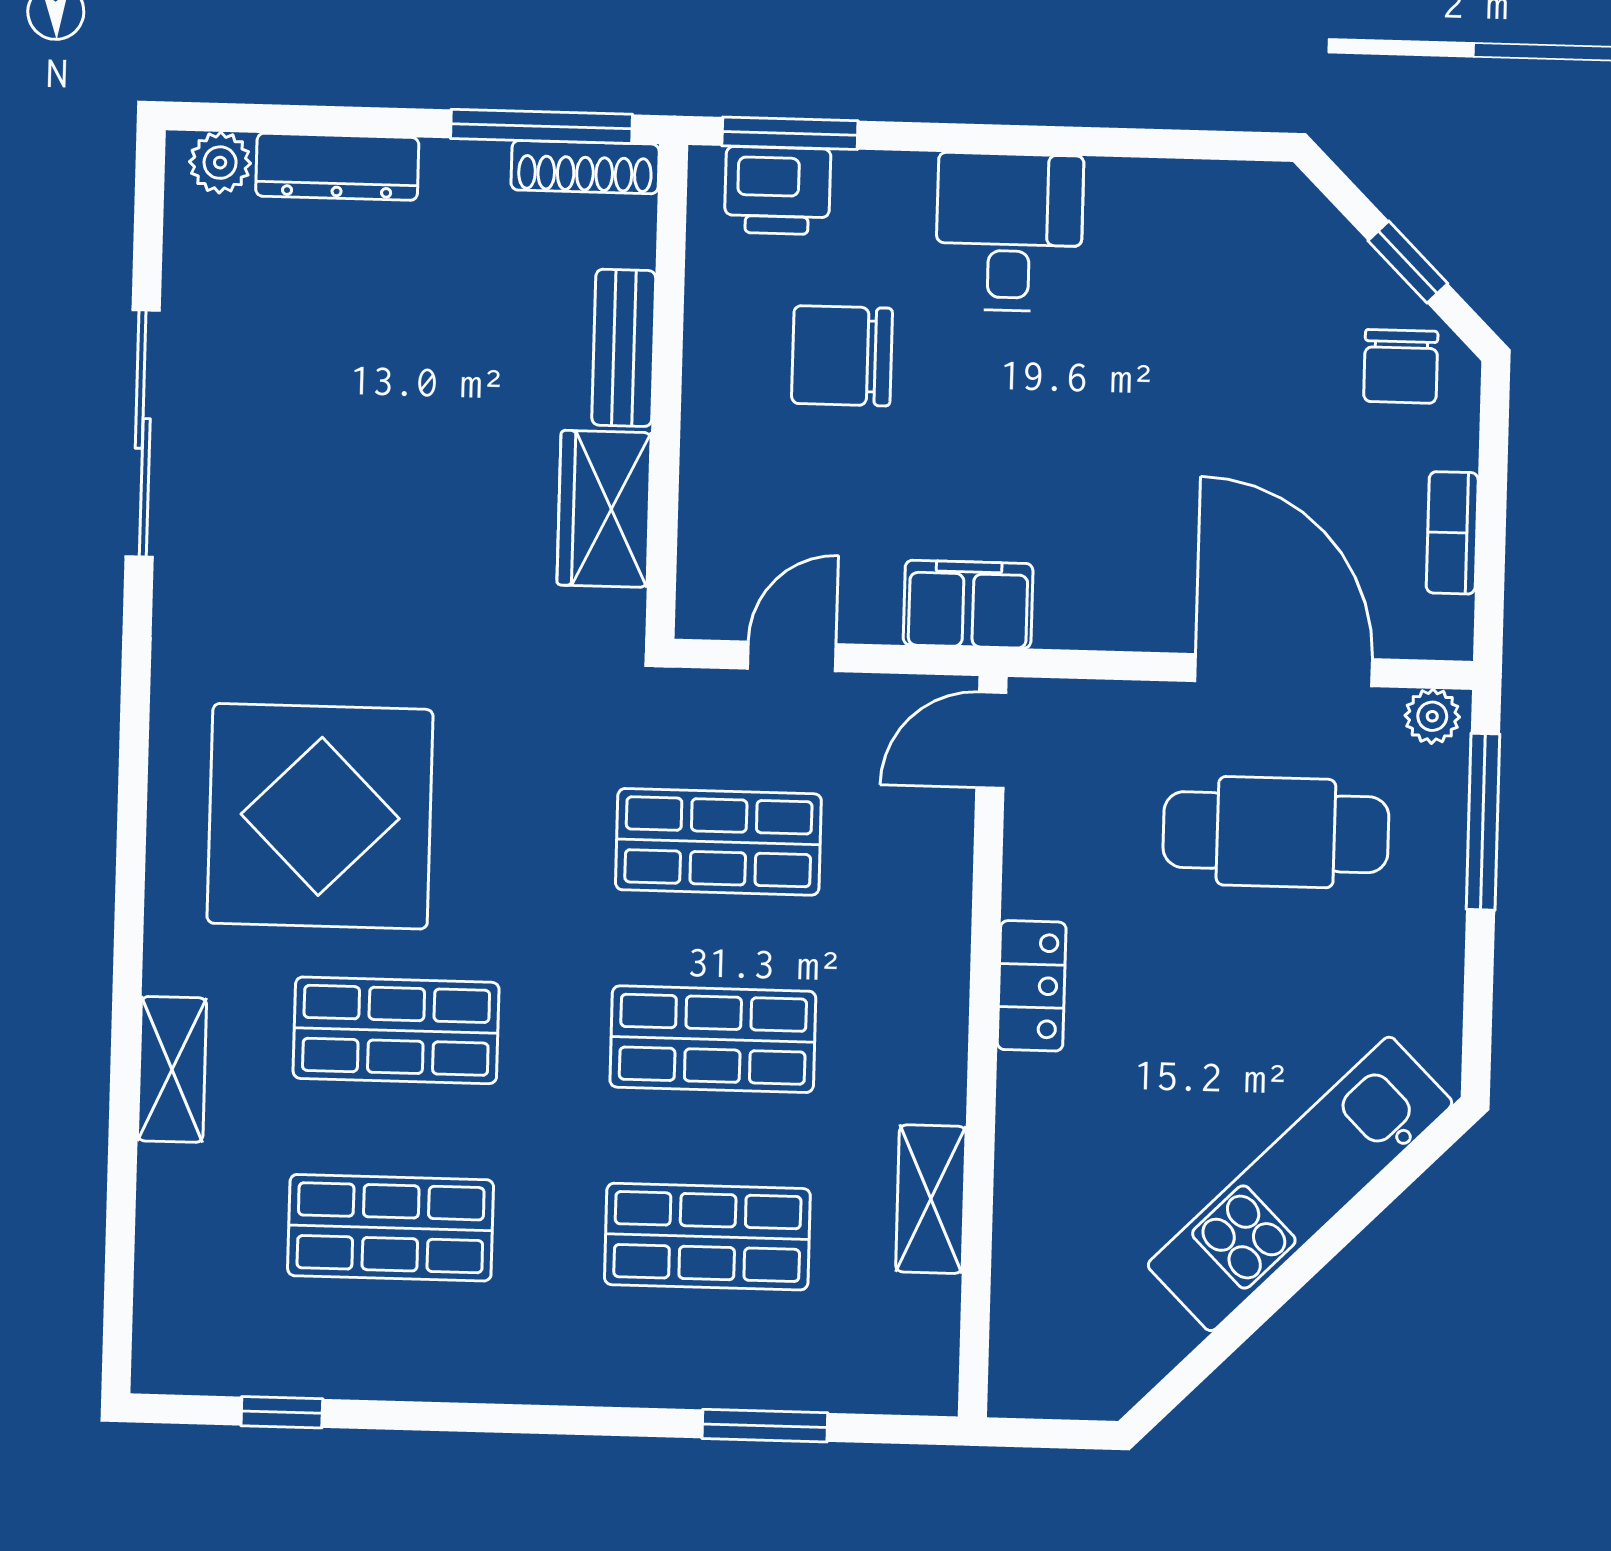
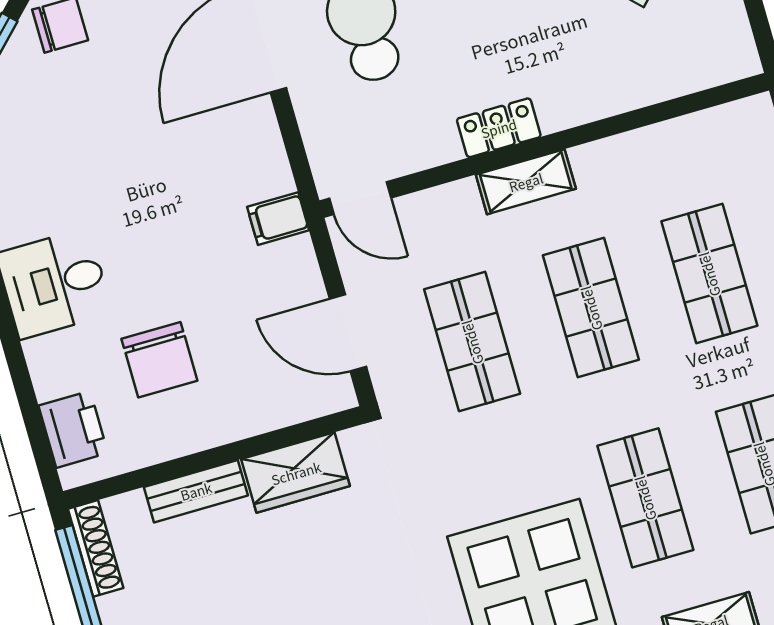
window: (790, 133) -> (37, 433), removed
filing cabinet: (968, 604) -> (278, 219), width x0.50
door: (792, 656) -> (348, 333), width x1.38
shelving: (931, 1199) -> (526, 182), moved

